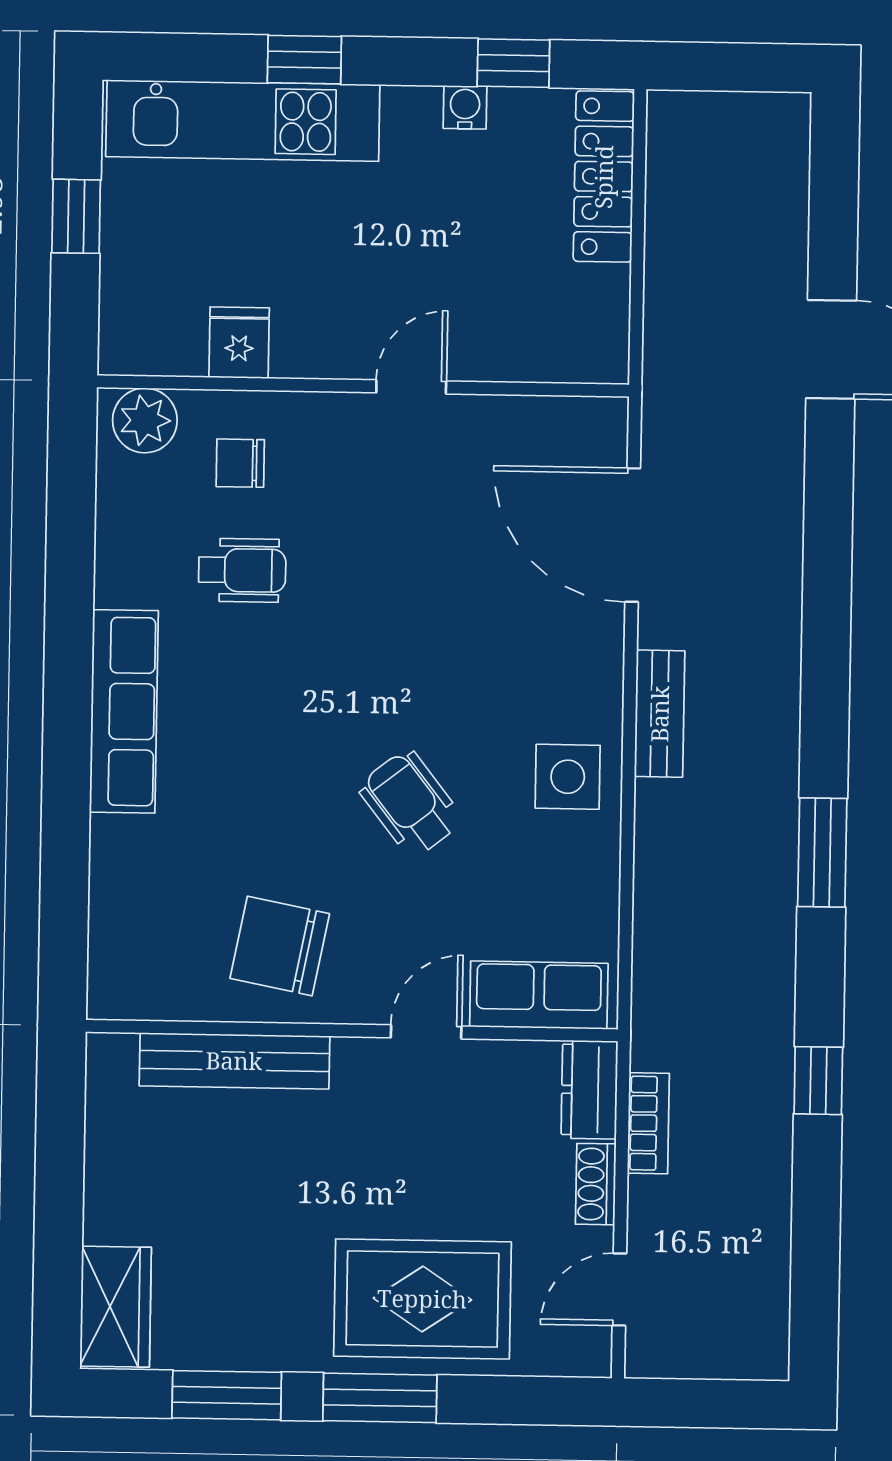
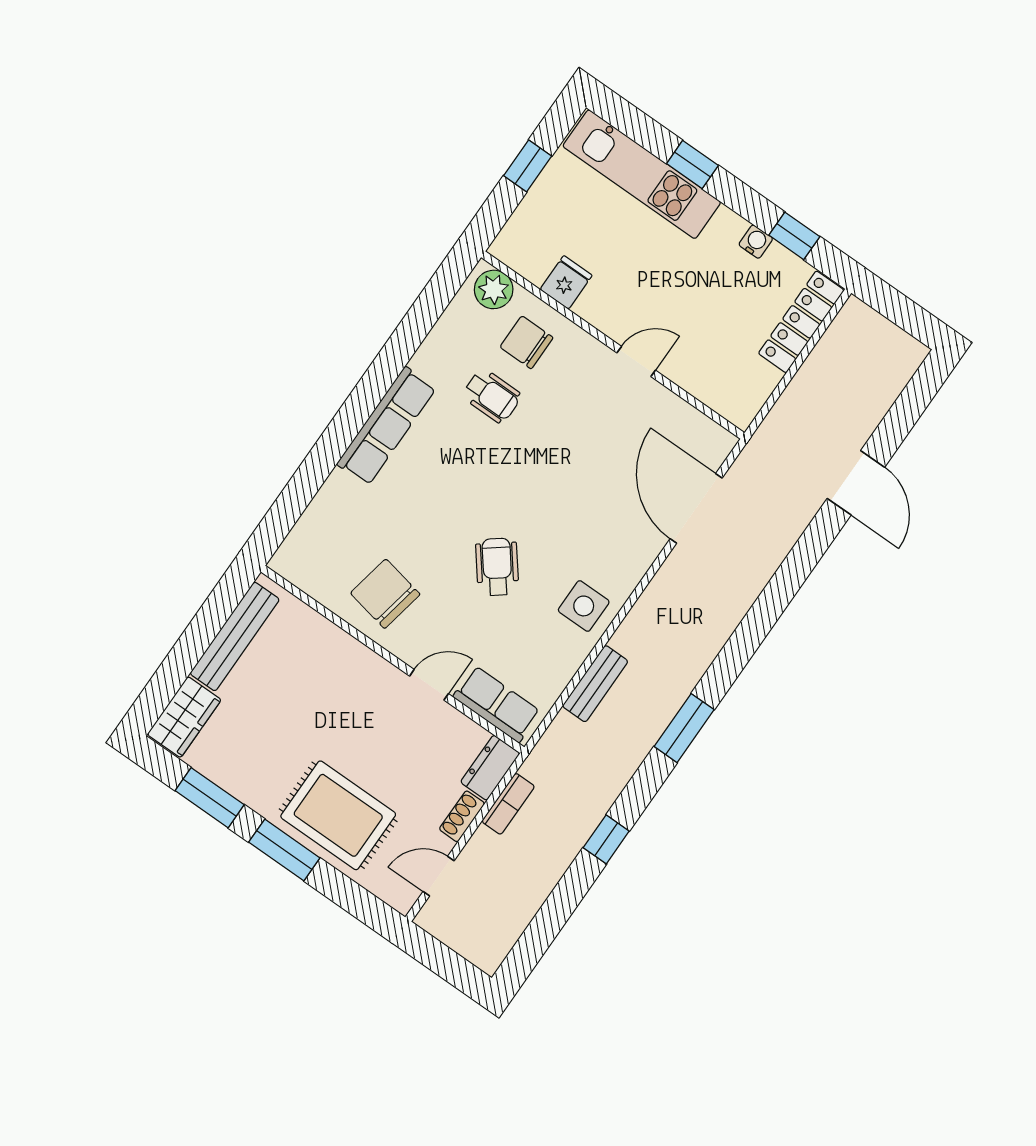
chair: (240, 463) -> (526, 342), width x1.37, depth x1.37
bench: (660, 714) -> (595, 684), moved
bench: (234, 1061) -> (235, 636), moved, turned 90

